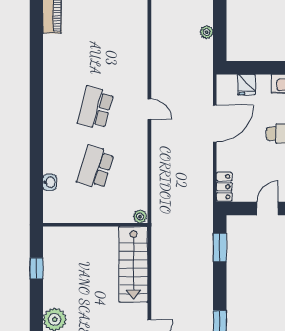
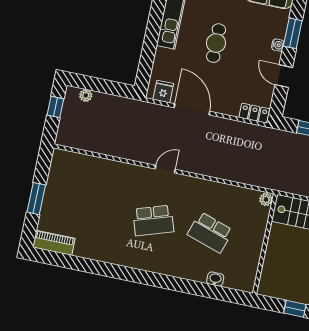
plant: (207, 32) -> (86, 95), moved
fridge: (246, 85) -> (163, 92), moved, turned -90
school desk: (95, 108) -> (153, 220), turned -33

